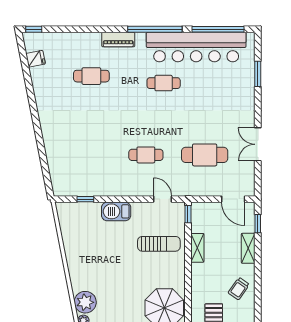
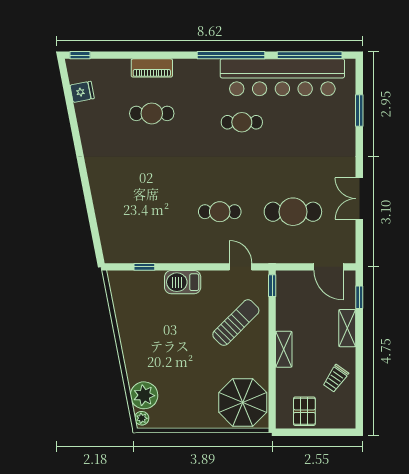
piano: (118, 40) -> (152, 68), moved
sun lounger: (159, 244) -> (236, 323), turned -45
shelving: (197, 248) -> (284, 349), moved

